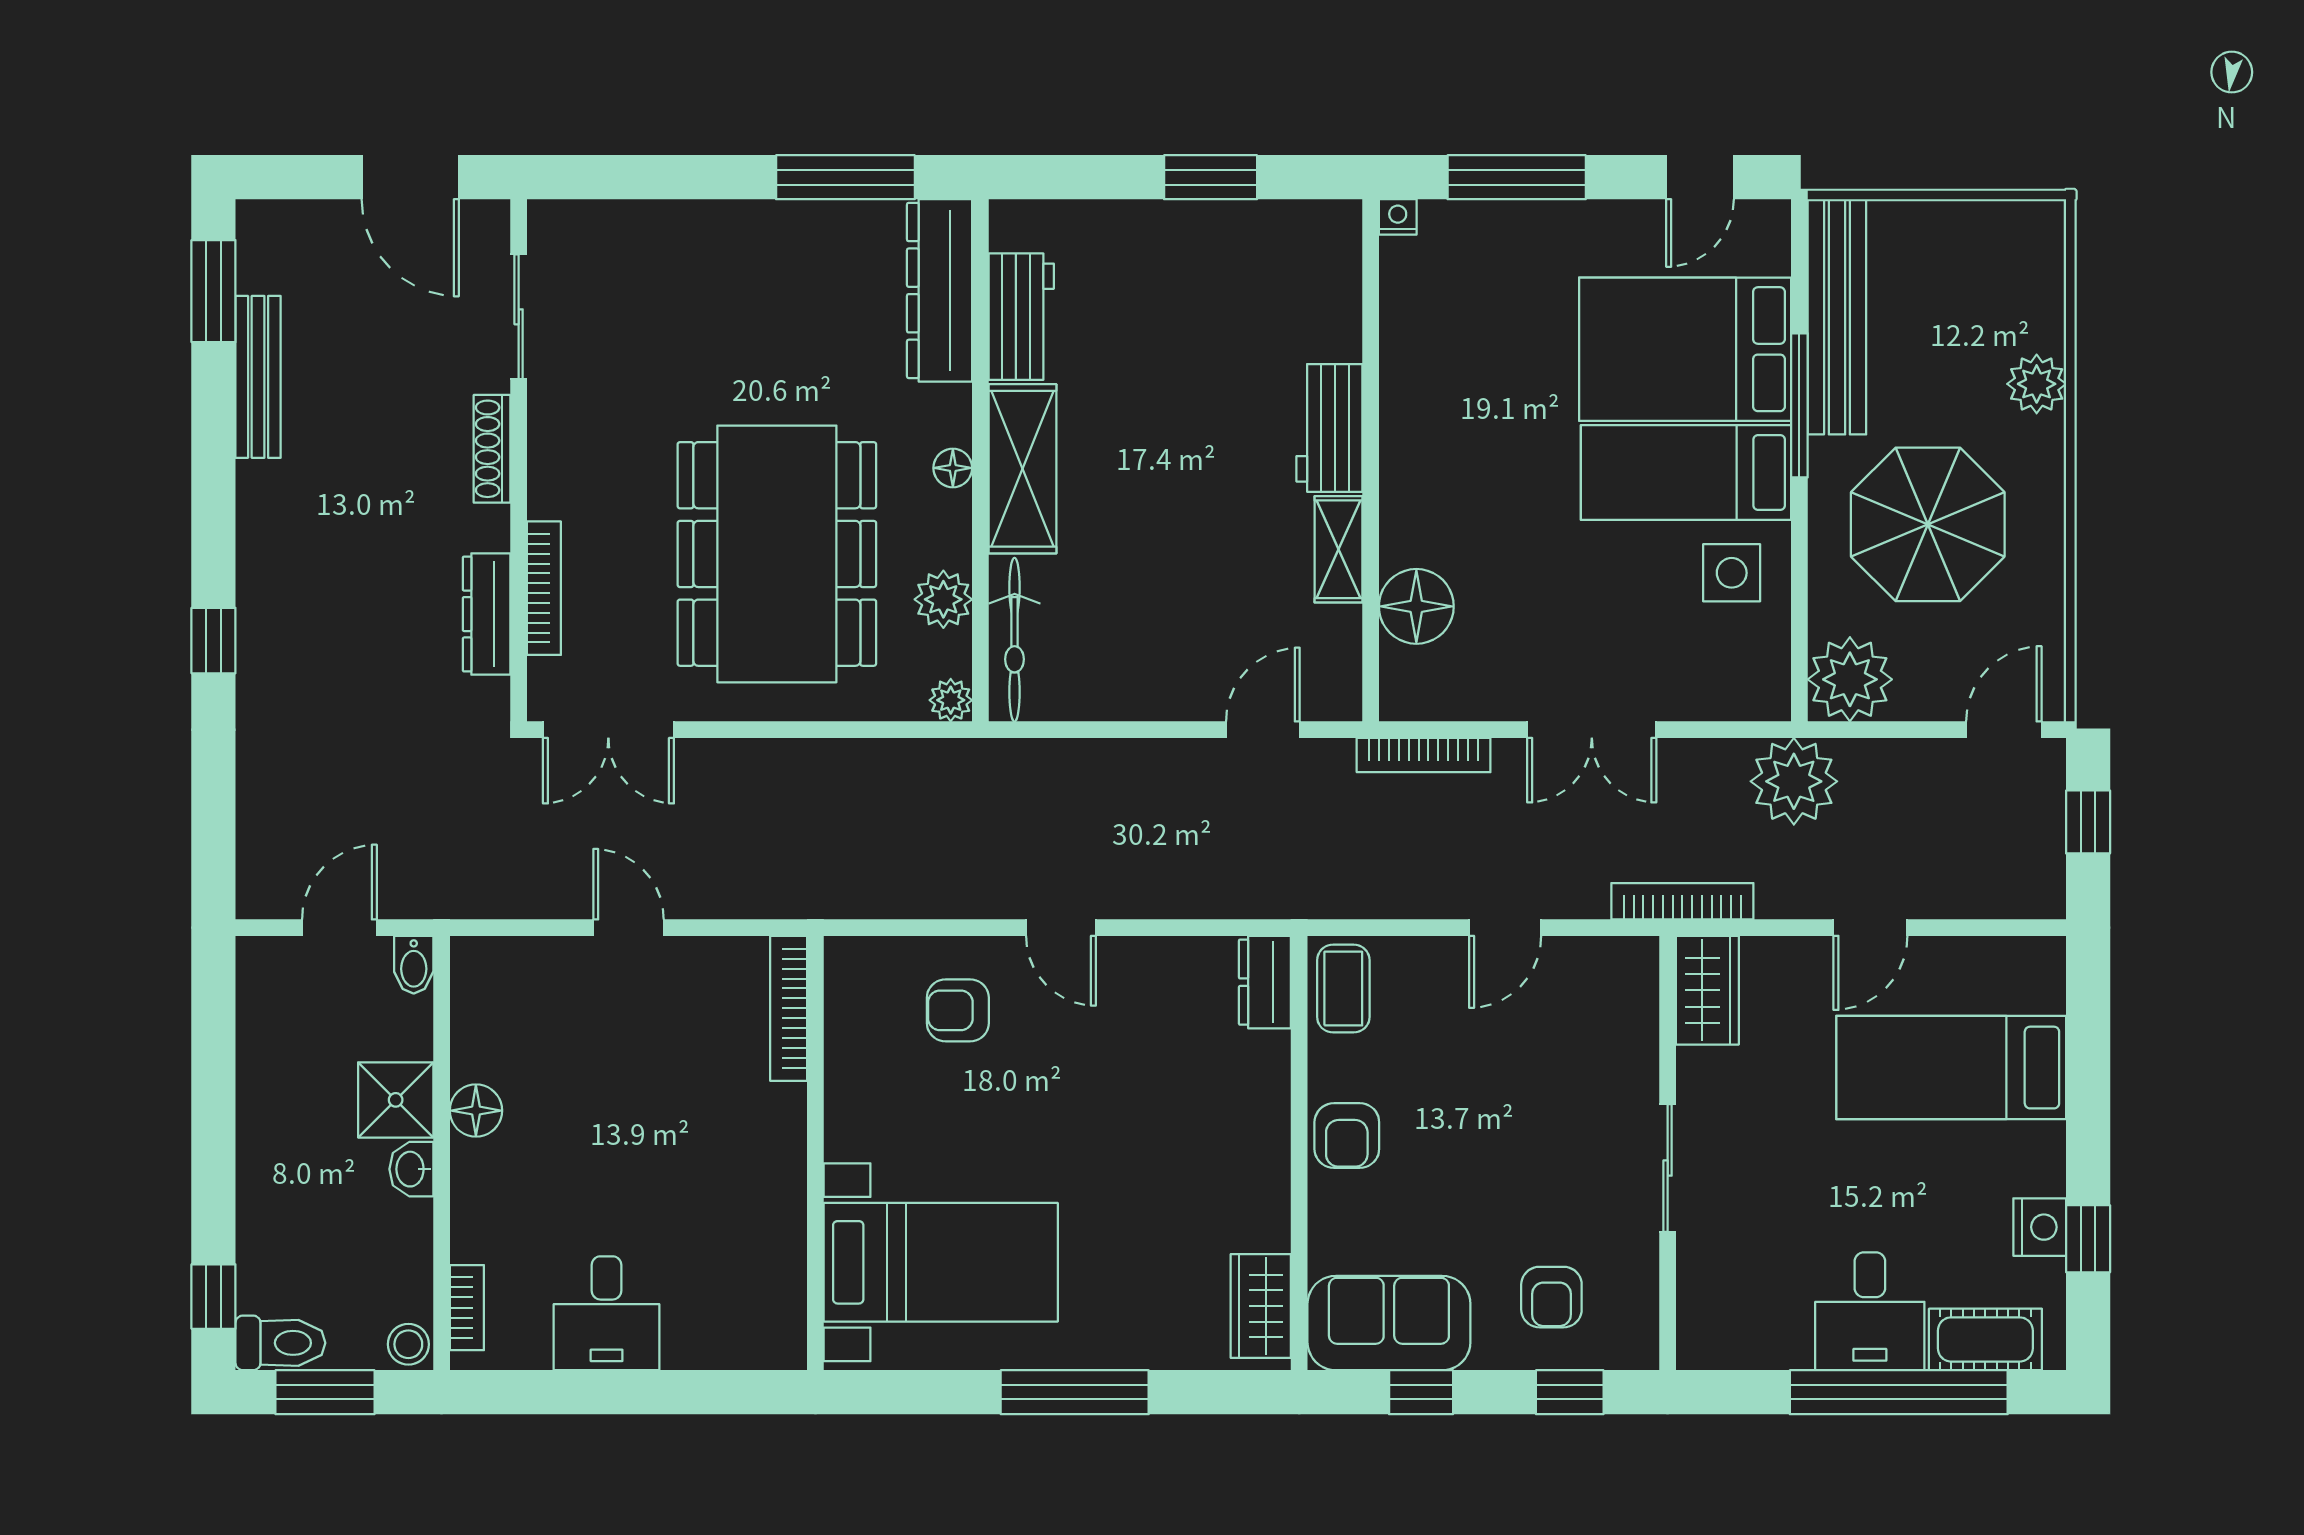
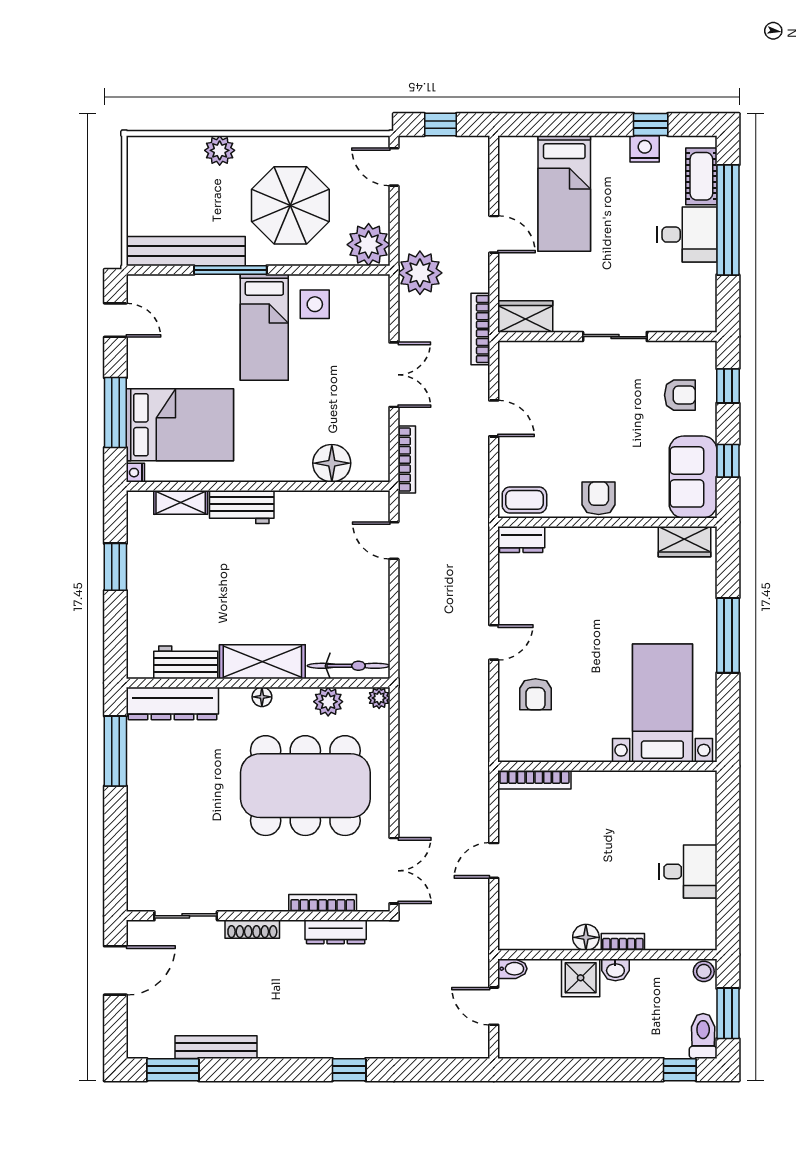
bed: (1685, 349) -> (180, 425), moved, turned -90
shelving: (1338, 549) -> (181, 502), moved
armchair: (1347, 1136) -> (599, 498), turned -90
bookcase: (467, 1308) -> (623, 942), moved

